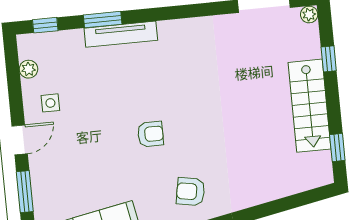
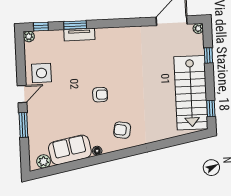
tv unit: (121, 34) -> (79, 35), width x0.71
plant: (29, 69) -> (29, 36), moved
side table: (50, 103) -> (41, 73), width x1.87, depth x1.87
stairs: (309, 106) -> (191, 93), width x1.36, depth x1.51

